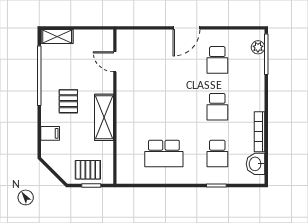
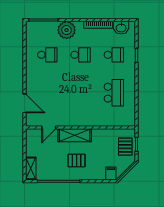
door: (186, 28) -> (25, 103), moved
plant: (258, 47) -> (67, 30), moved, width x1.87, depth x1.87
shelving: (104, 117) -> (75, 135), moved
filing cabinet: (50, 133) -> (111, 173), moved

